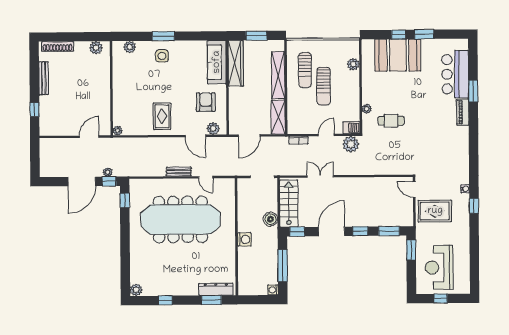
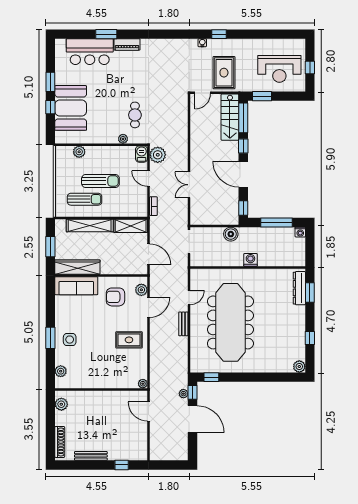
stairs: (289, 204) -> (230, 117), moved, turned -90
window: (389, 231) -> (243, 118), width x1.44

